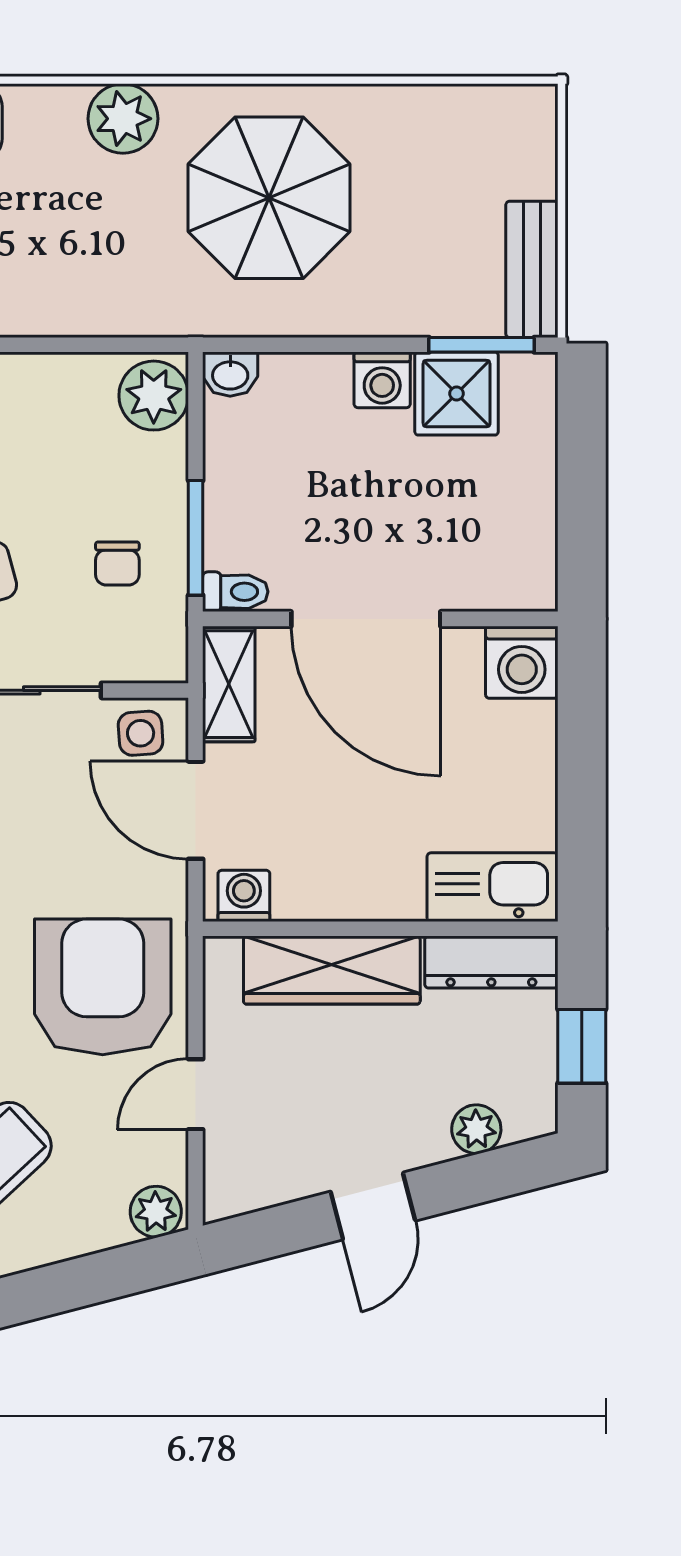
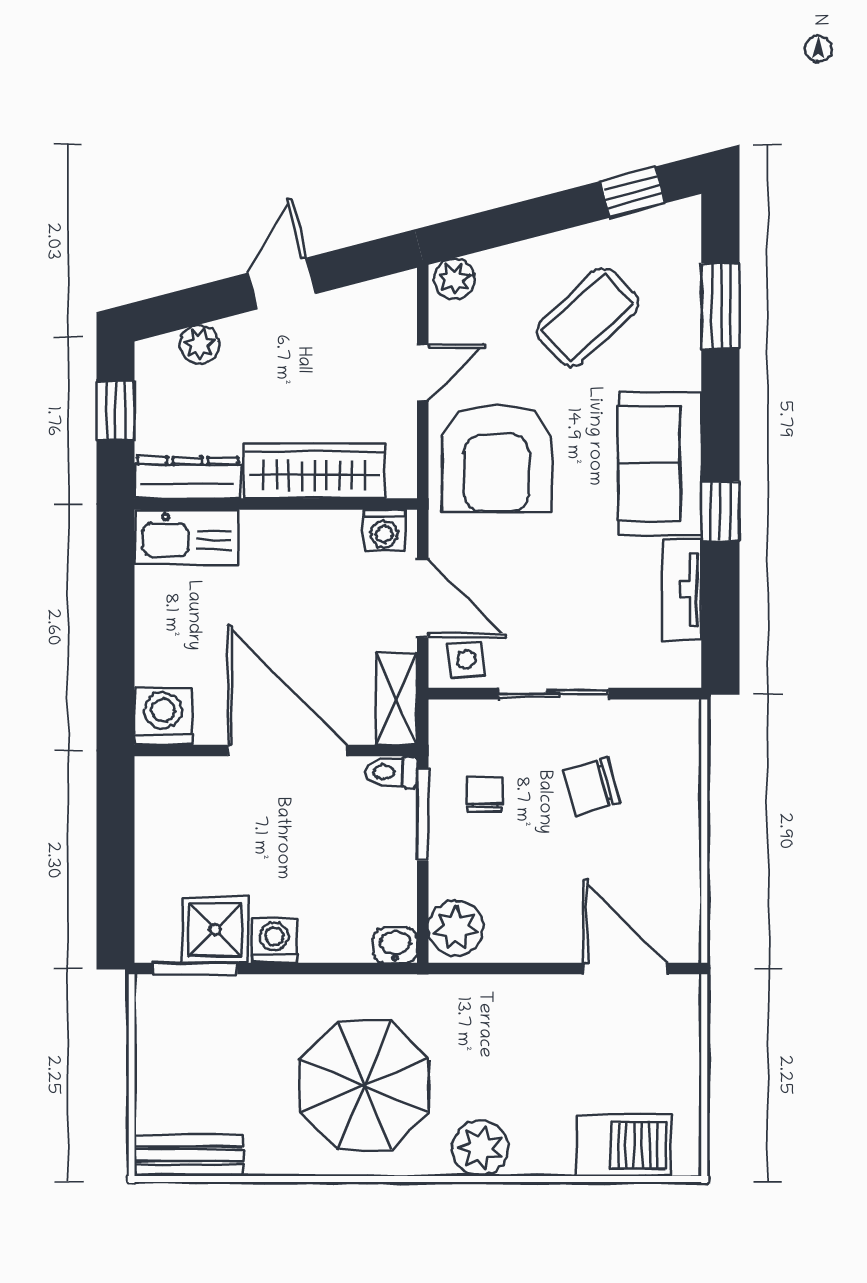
bench: (532, 269) -> (189, 1155), moved, turned 90

